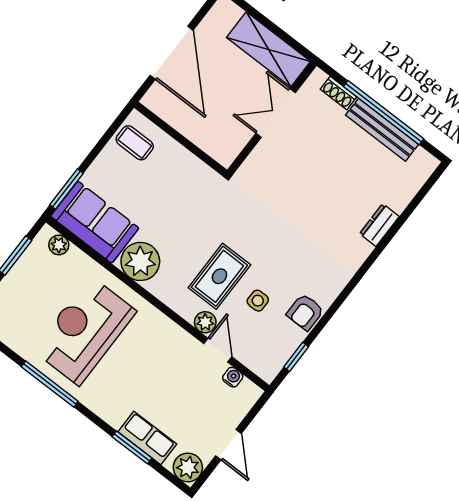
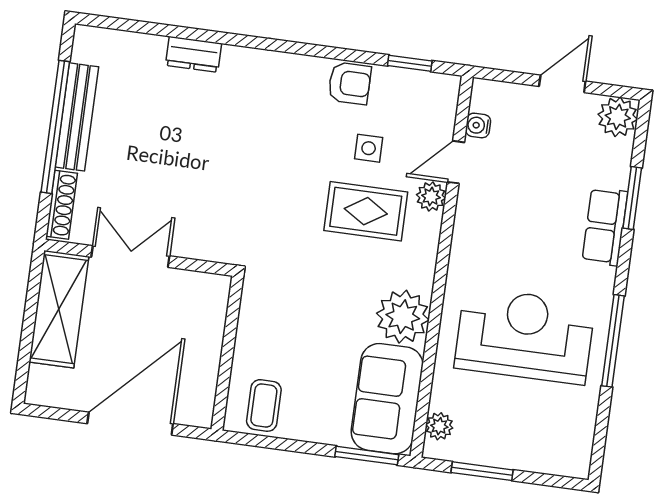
shoe rack: (338, 93) -> (62, 205), width x1.43
double door: (276, 113) -> (130, 256), swing flipped
reception desk: (85, 331) -> (525, 336), turned 180
row of seats: (147, 438) -> (605, 227), moved

